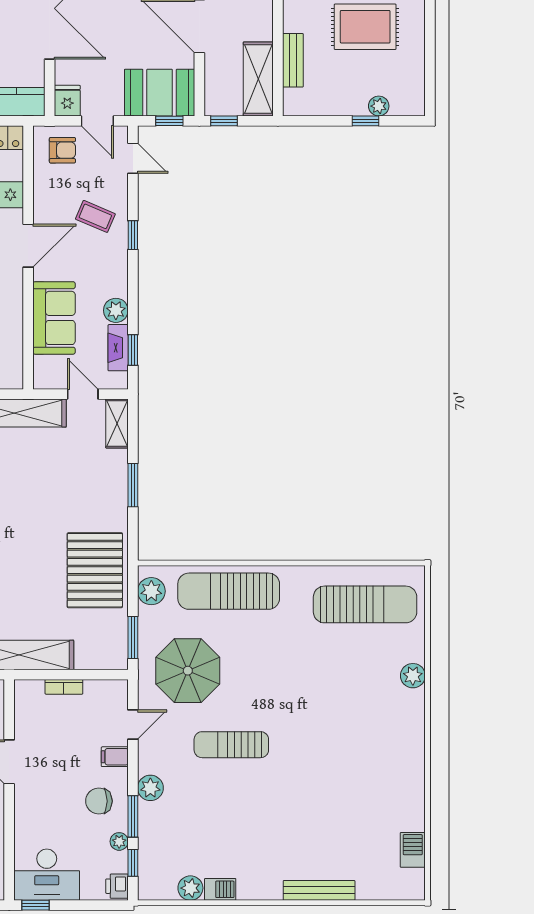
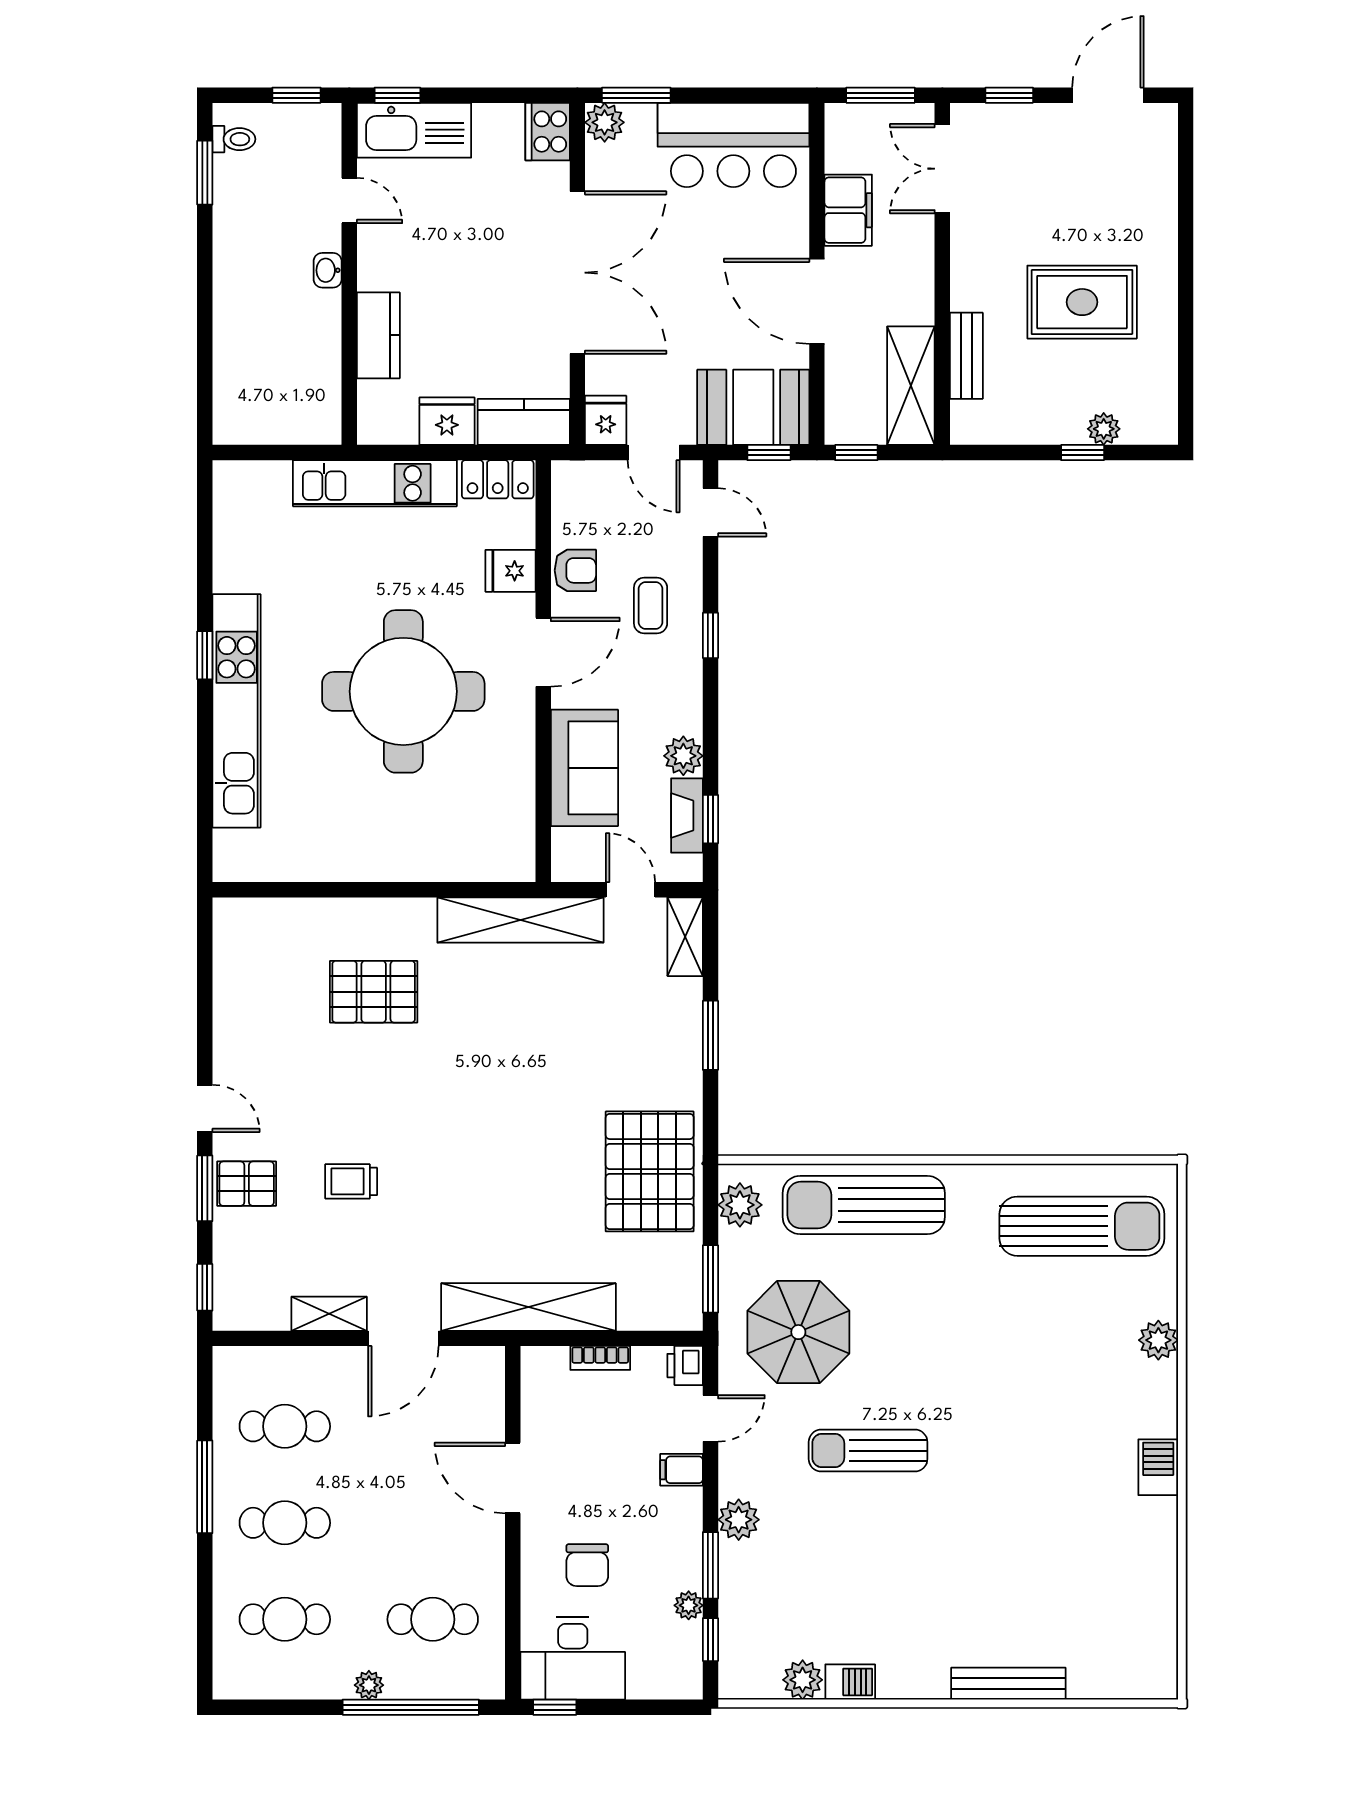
armchair: (62, 150) -> (575, 570), moved
coffee table: (95, 216) -> (651, 606), turned 67
chair: (99, 801) -> (587, 1565), moved, turned -90
barbecue: (413, 850) -> (1158, 1467), moved
printer: (117, 886) -> (685, 1366), moved

